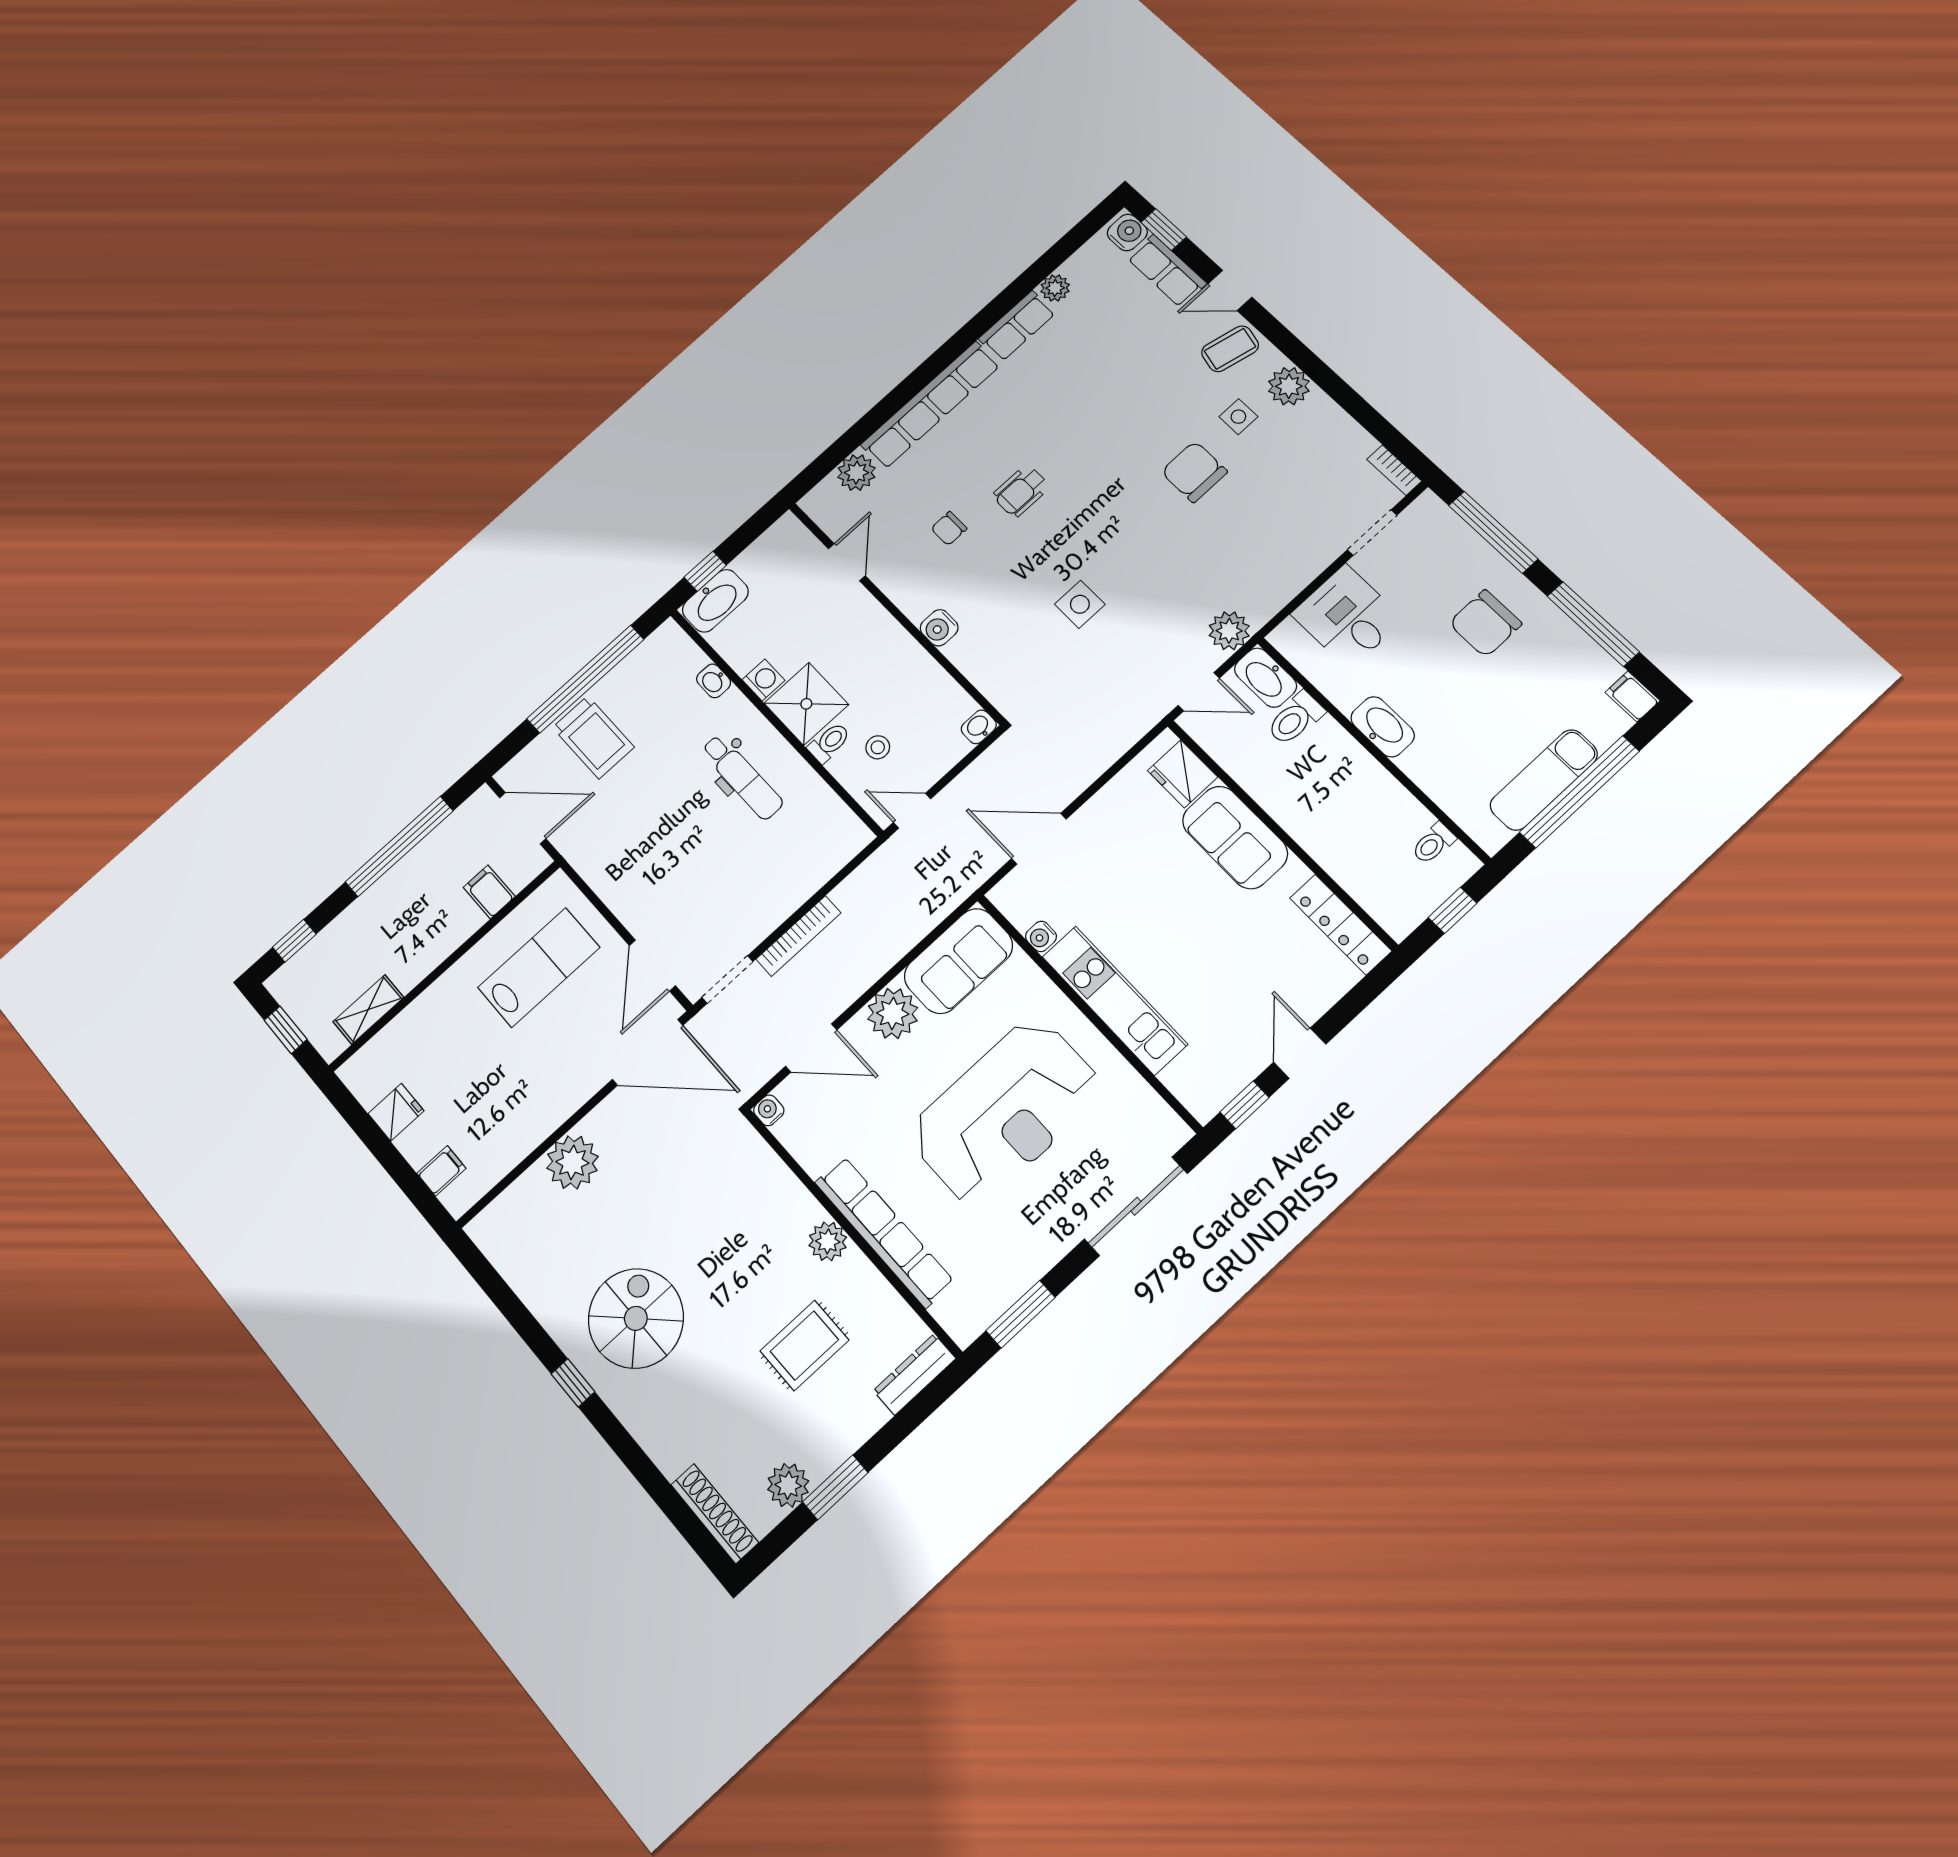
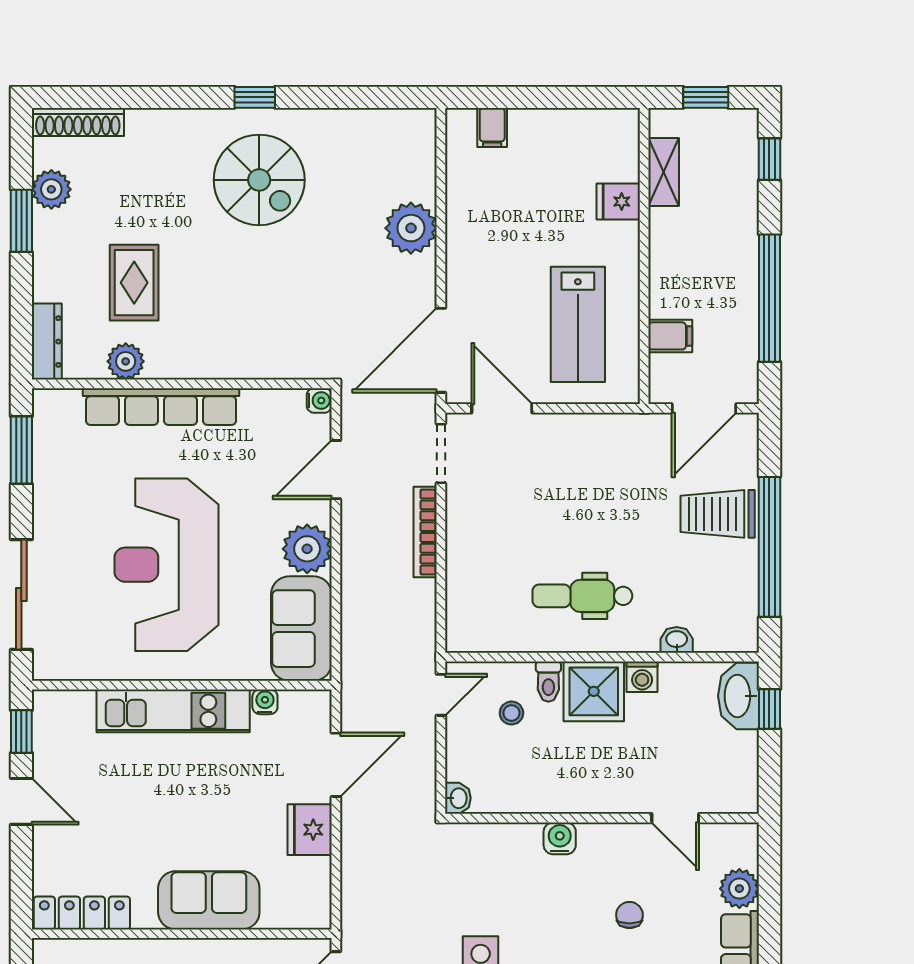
fridge: (1183, 774) -> (310, 830), moved, turned -90
fridge: (396, 1112) -> (618, 201), moved, turned 90
plant: (828, 1241) -> (126, 361), moved

